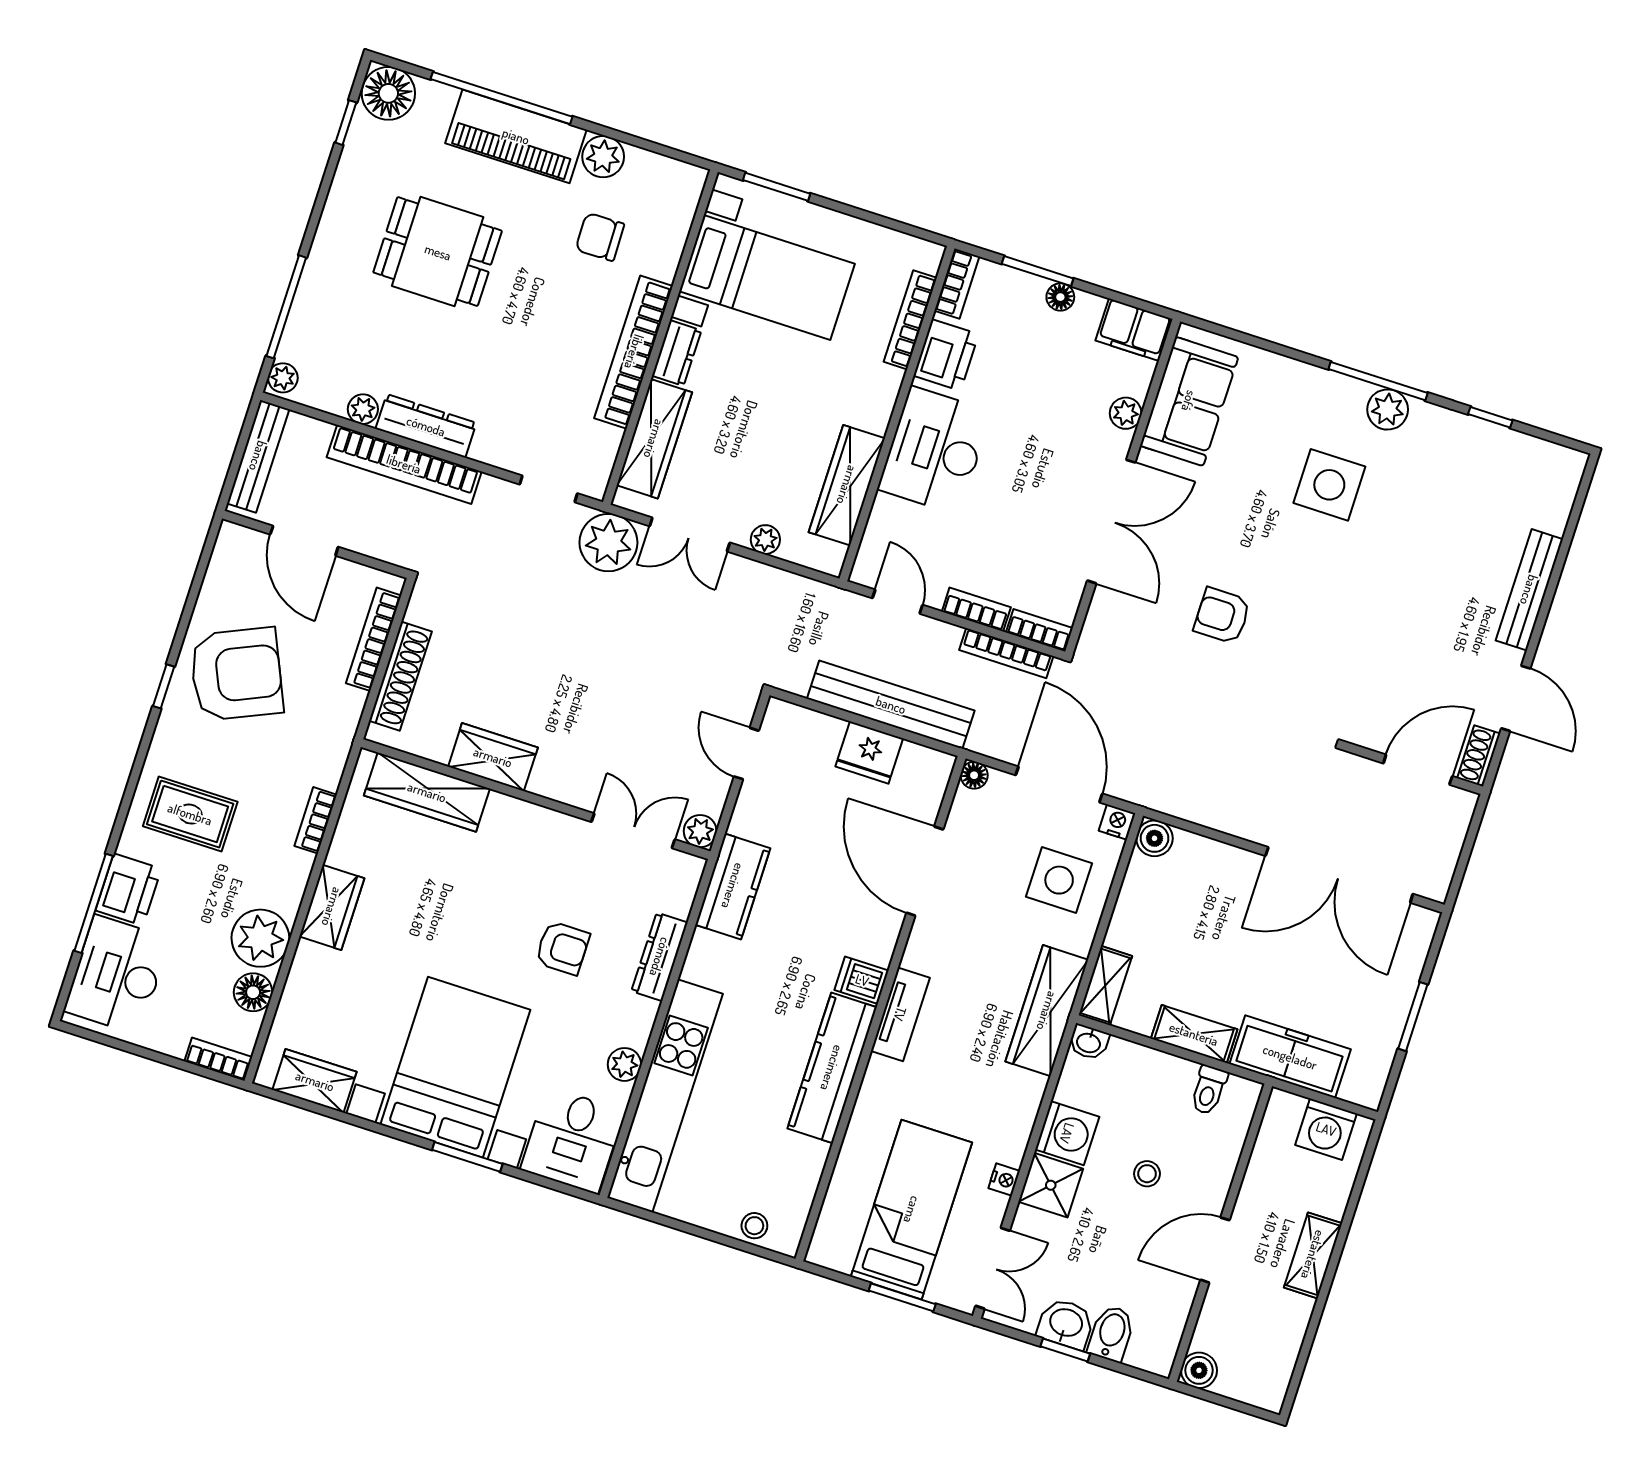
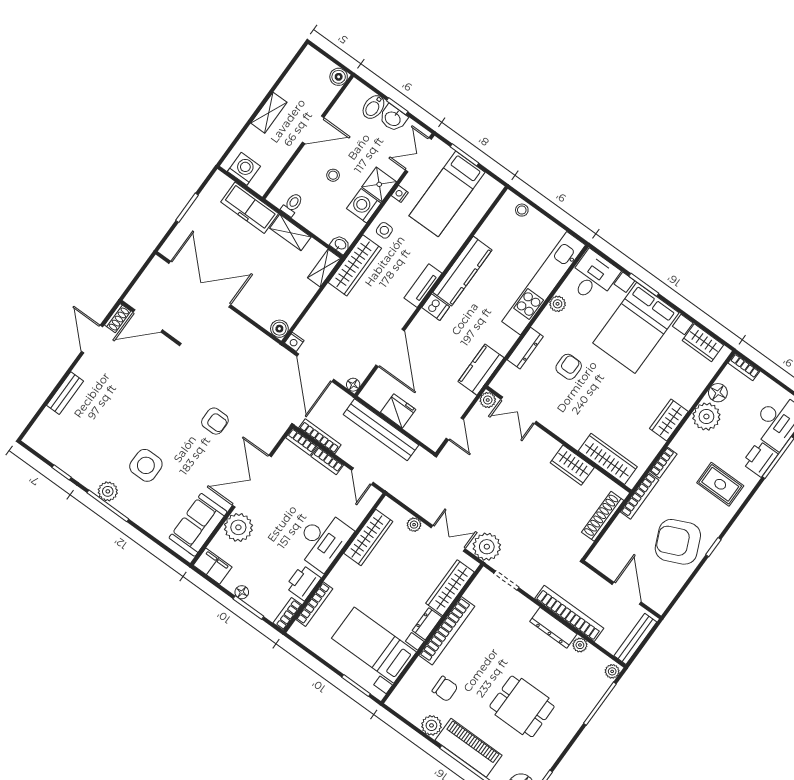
plant: (1126, 413) -> (238, 527), width x1.88, depth x1.88
bench: (1529, 590) -> (65, 393), width x0.73
bookcase: (374, 639) -> (639, 496), moved
side table: (1059, 880) -> (384, 230), moved, width x0.54, depth x0.54
armchair: (562, 948) -> (569, 367), turned 90

